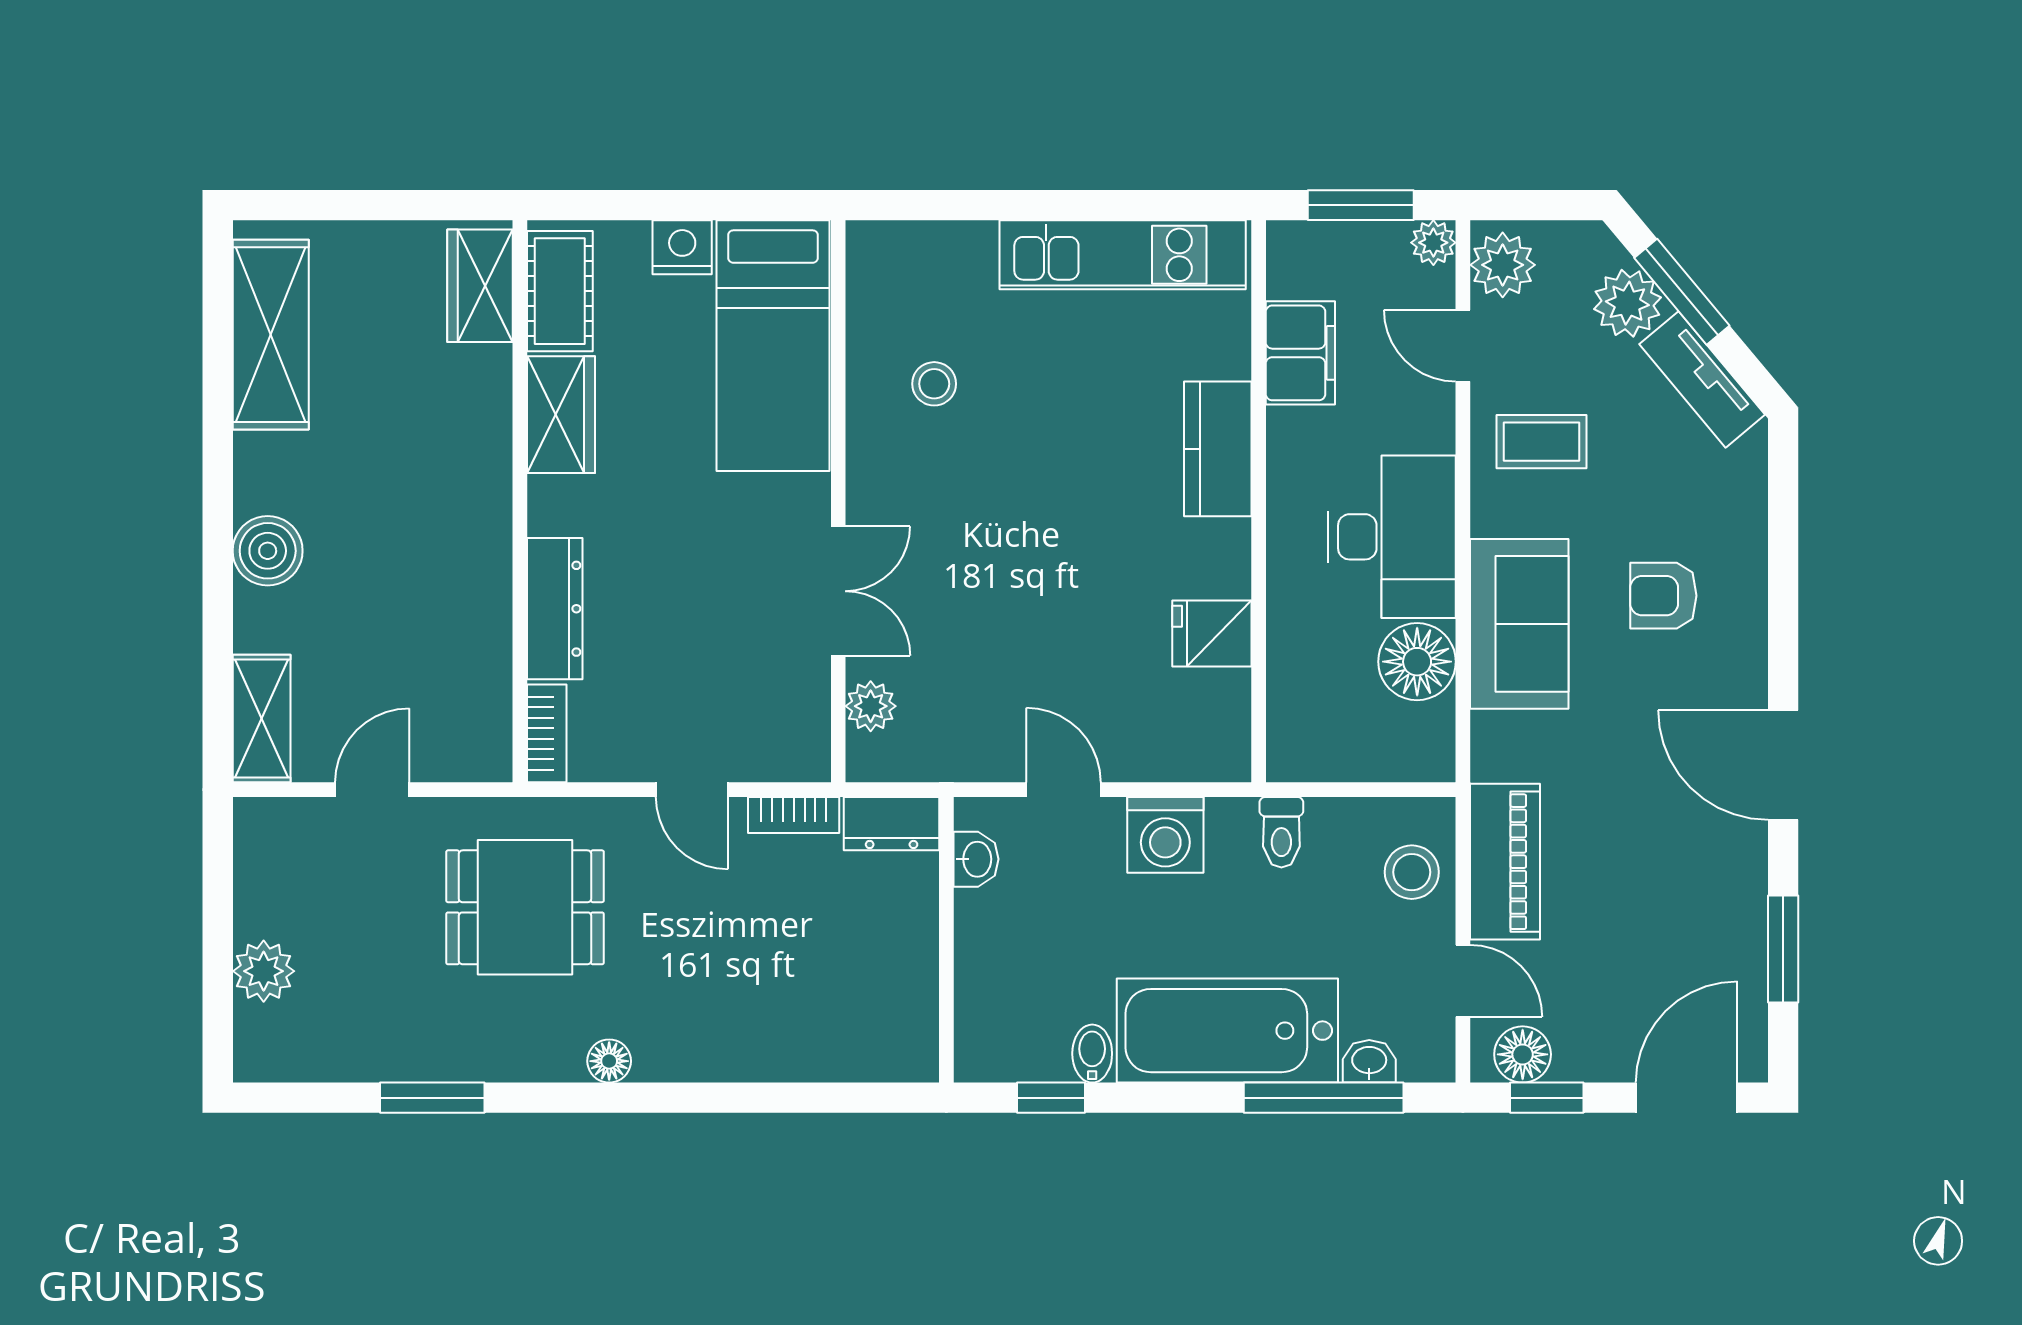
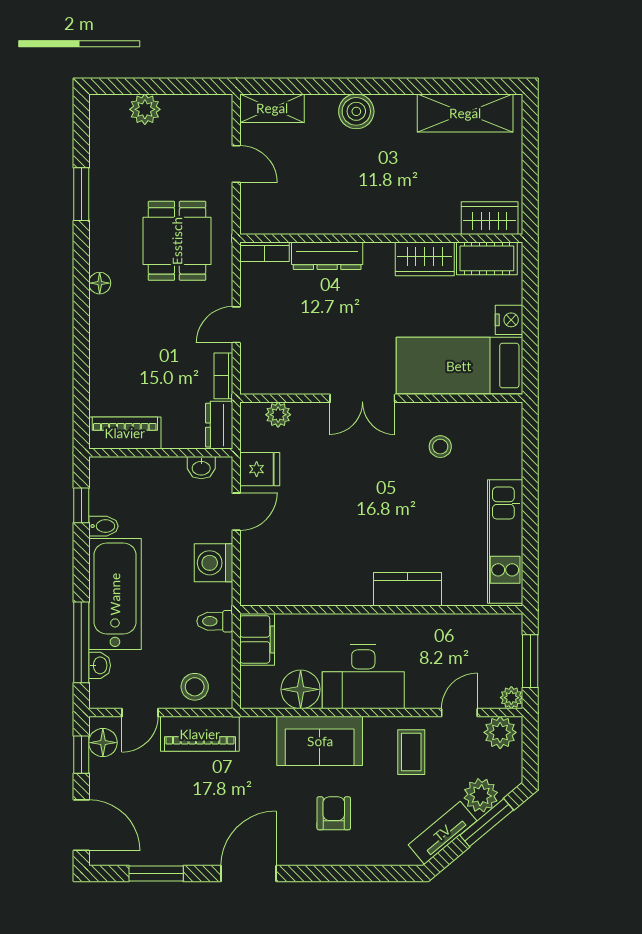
filing cabinet: (1300, 353) -> (257, 639), moved, turned -90
double door: (838, 591) -> (362, 398), moved
fridge: (1212, 633) -> (260, 469), moved, turned 90
piano: (907, 1011) -> (125, 433), added

